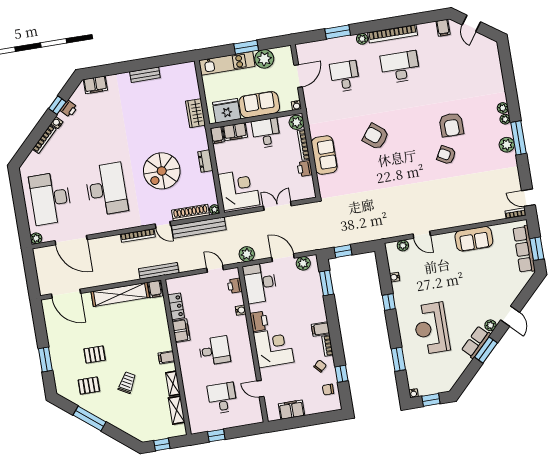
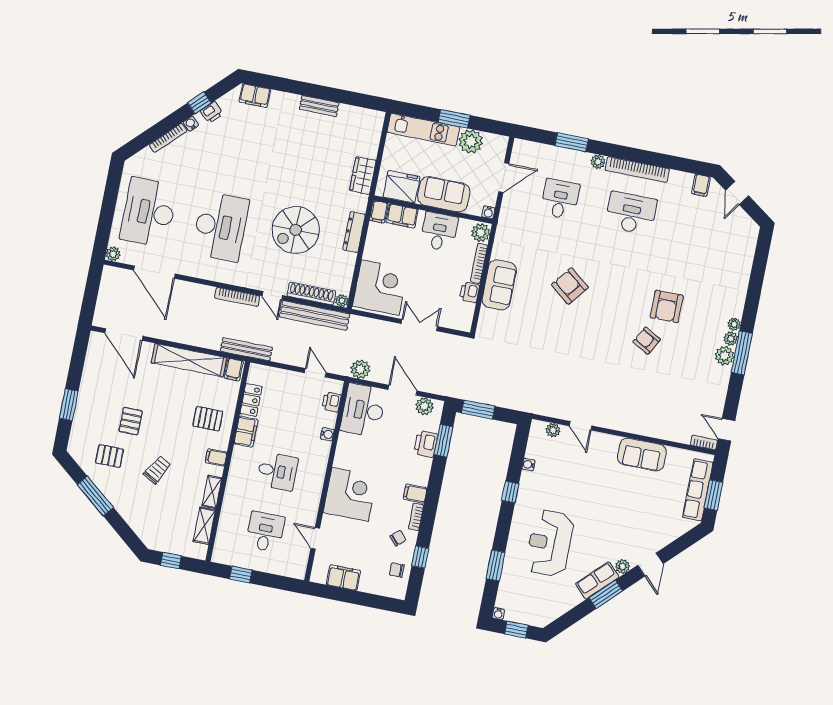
plant: (503, 108) -> (731, 339), moved
dresser: (205, 161) -> (354, 232), width x1.44
window: (343, 251) -> (478, 410), width x1.50
printer: (259, 321) -> (426, 444), moved, turned 180
pallet: (150, 332) -> (208, 419), added
pallet: (95, 354) -> (131, 421), turned 90

